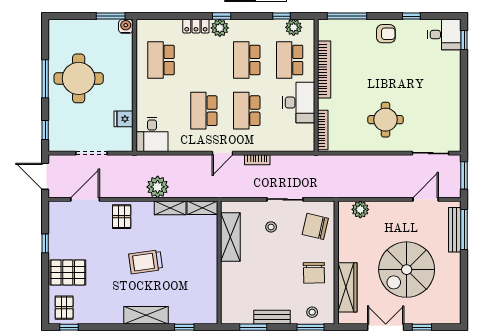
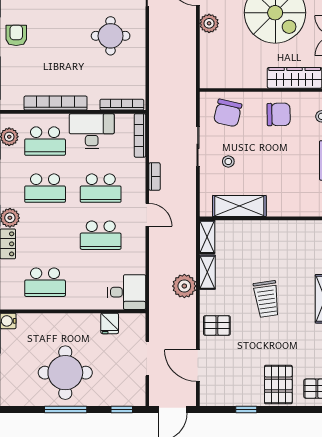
bookcase: (295, 146) -> (140, 135), added
plant: (360, 209) -> (209, 23), moved

